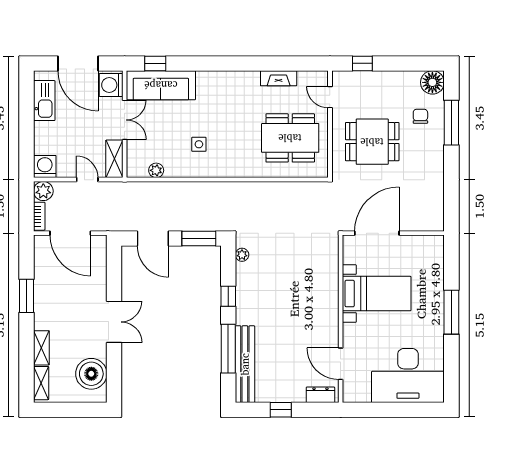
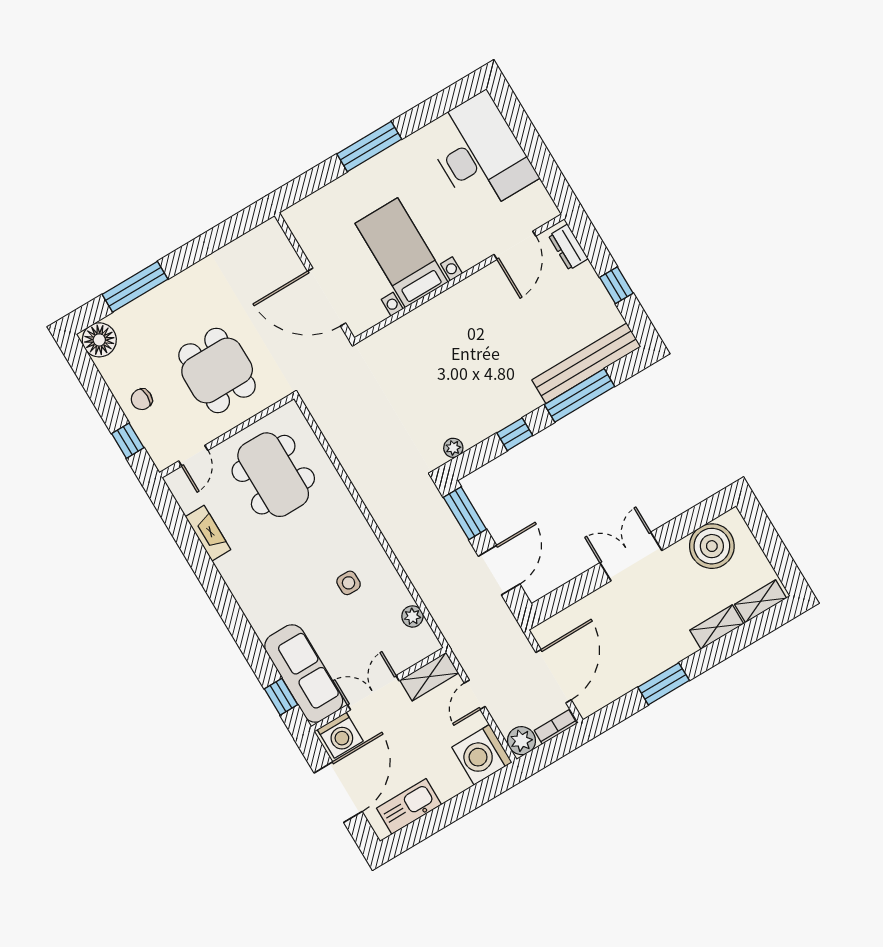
chair: (420, 116) -> (142, 399), moved
washing machine: (45, 167) -> (482, 755), width x1.37, depth x1.37

